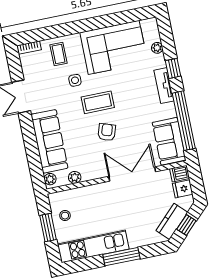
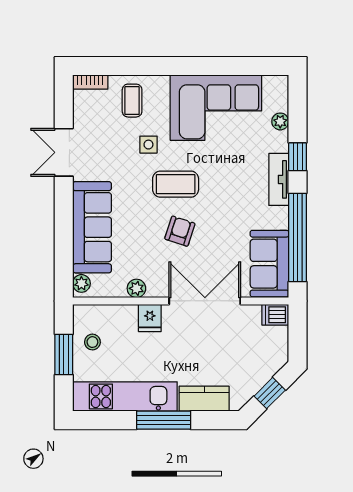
plant: (75, 177) -> (136, 288), moved
fridge: (183, 189) -> (150, 318), moved, turned -90
kitchen counter: (172, 221) -> (204, 399), moved, turned 45

